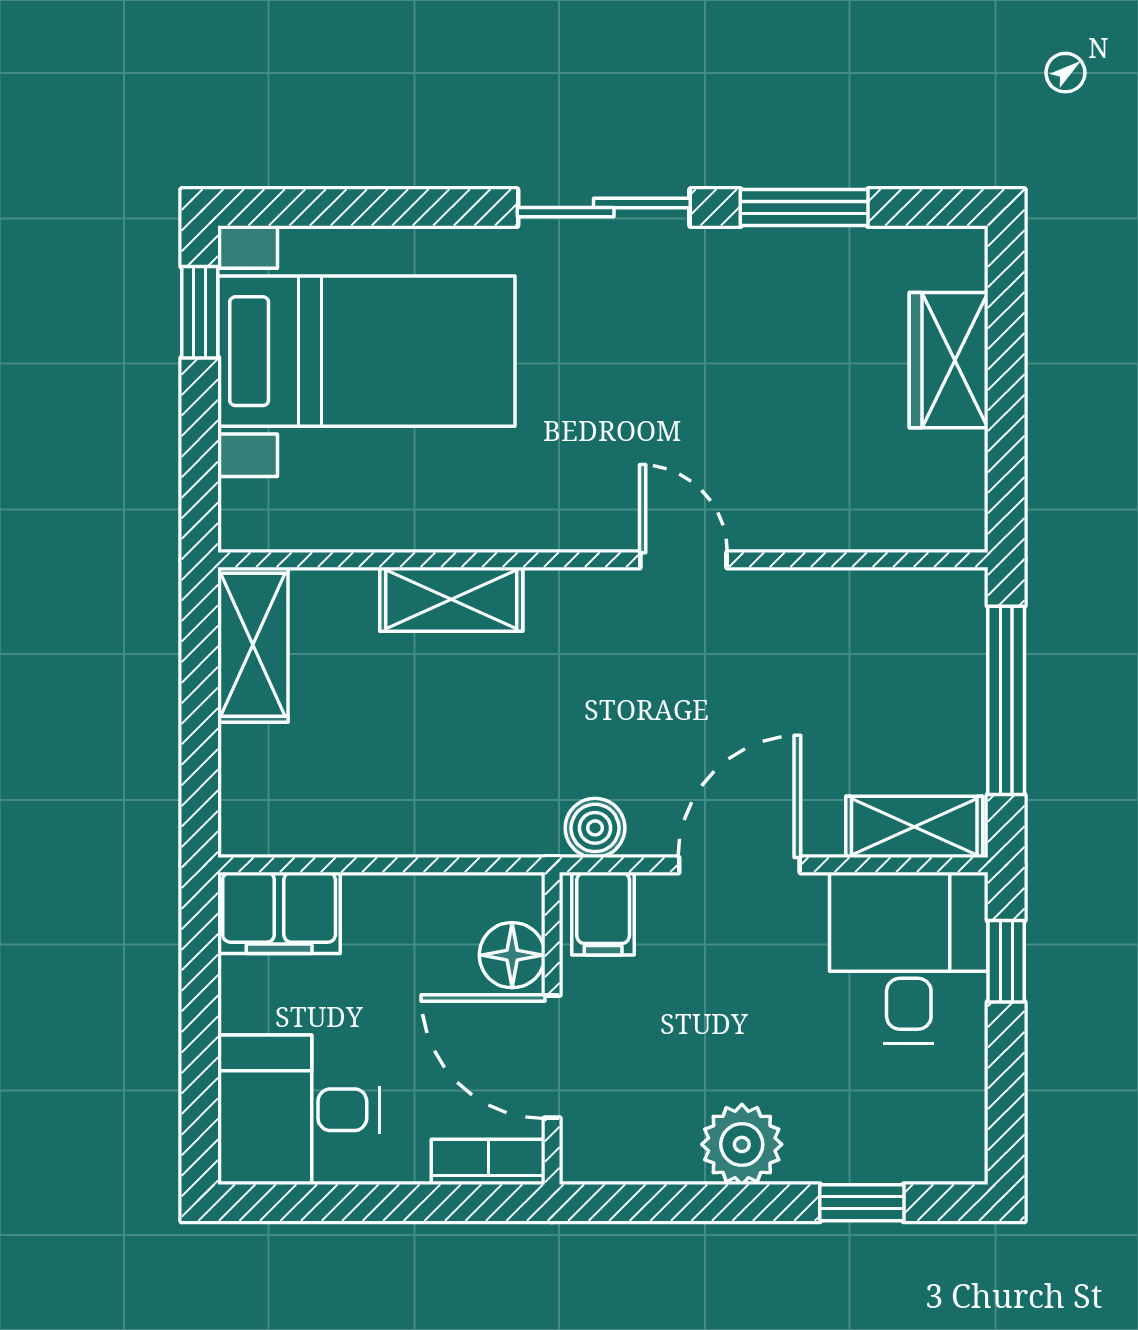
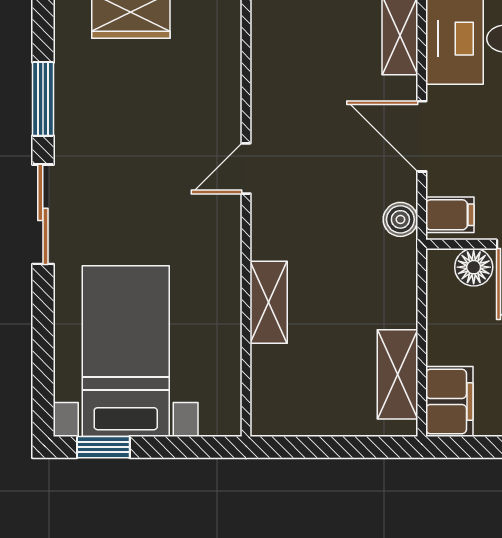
shelving: (253, 645) -> (397, 374), moved, turned 90

